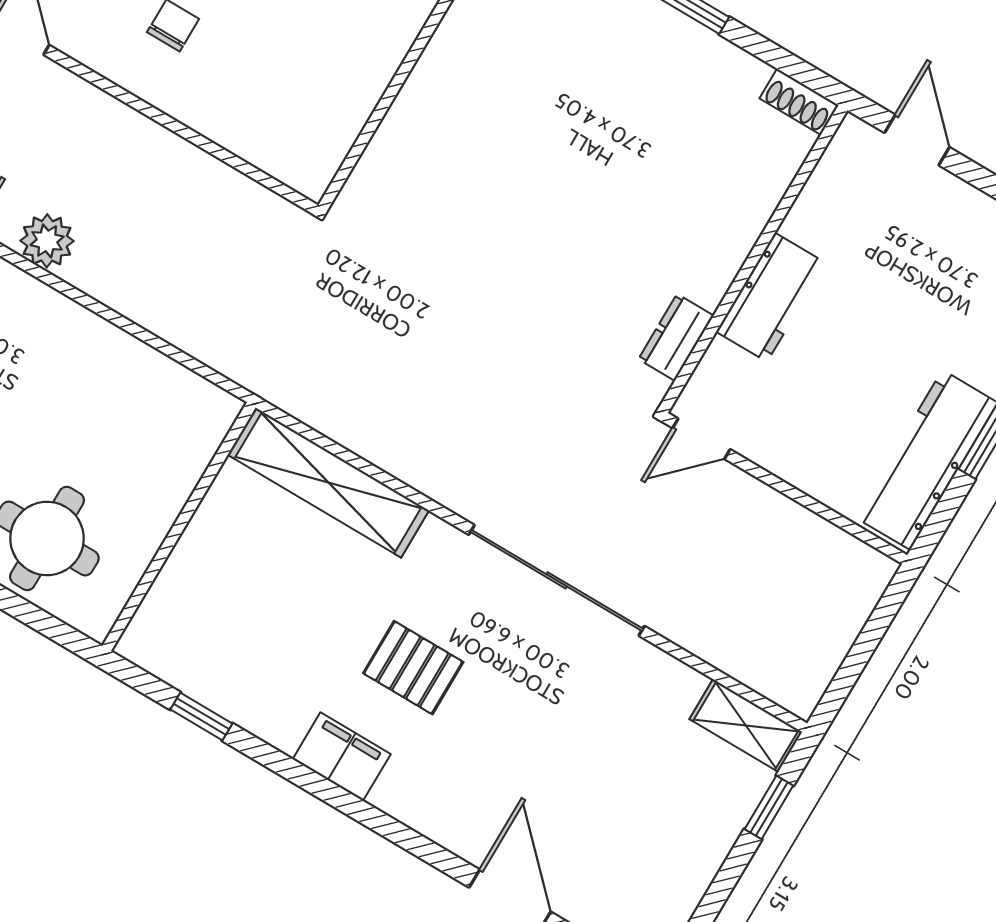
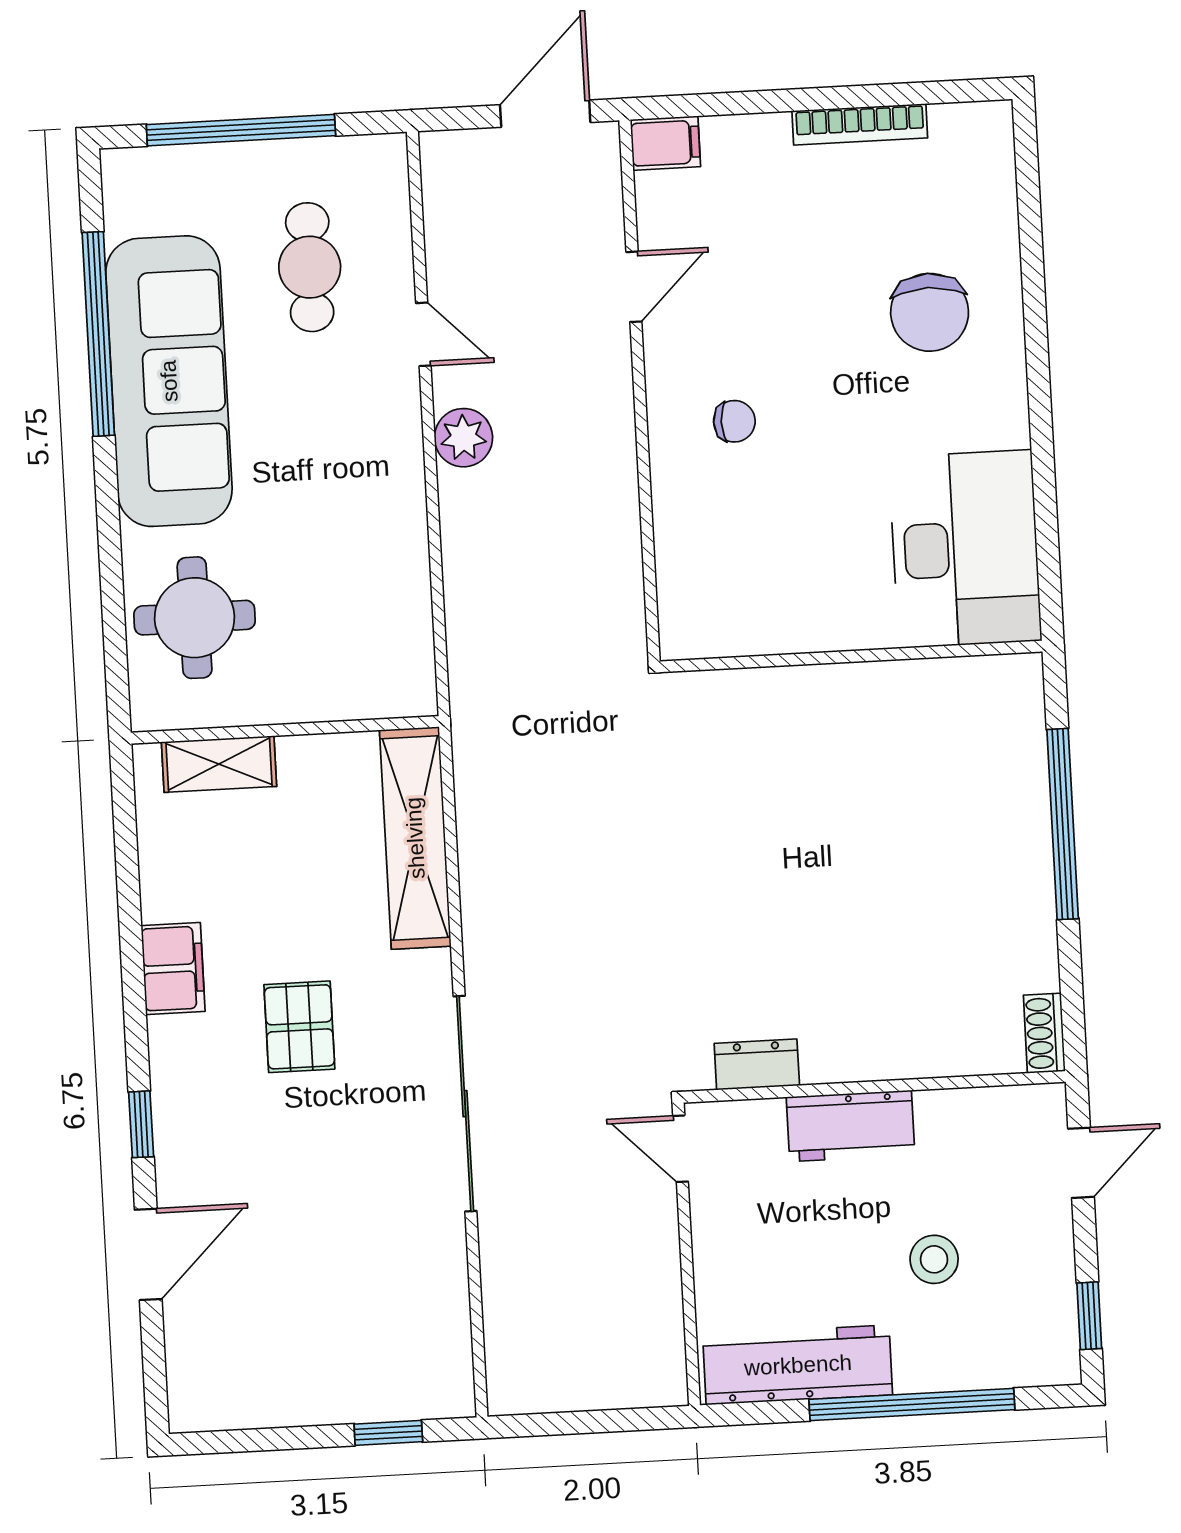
stool: (916, 302) -> (934, 1259), added
window: (201, 717) -> (141, 1124), moved
shelving: (746, 726) -> (219, 764), moved, turned 90
filing cabinet: (342, 757) -> (173, 968), moved

